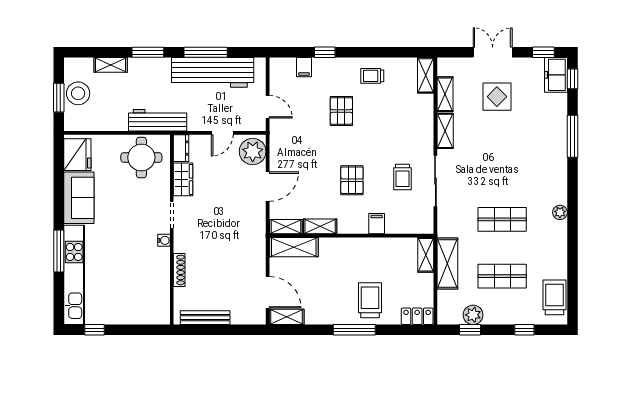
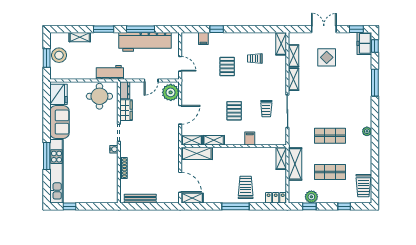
trolley: (372, 76) -> (255, 58), moved
workbench: (158, 120) -> (110, 72), width x0.73
trolley: (554, 297) -> (363, 186), turned 180

